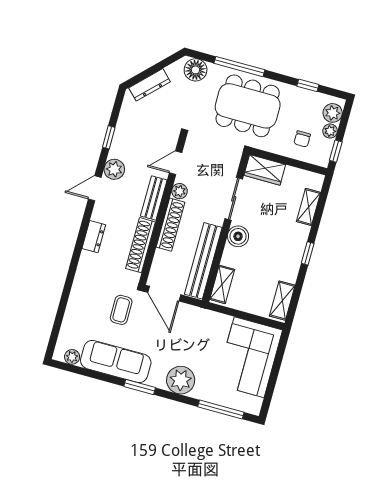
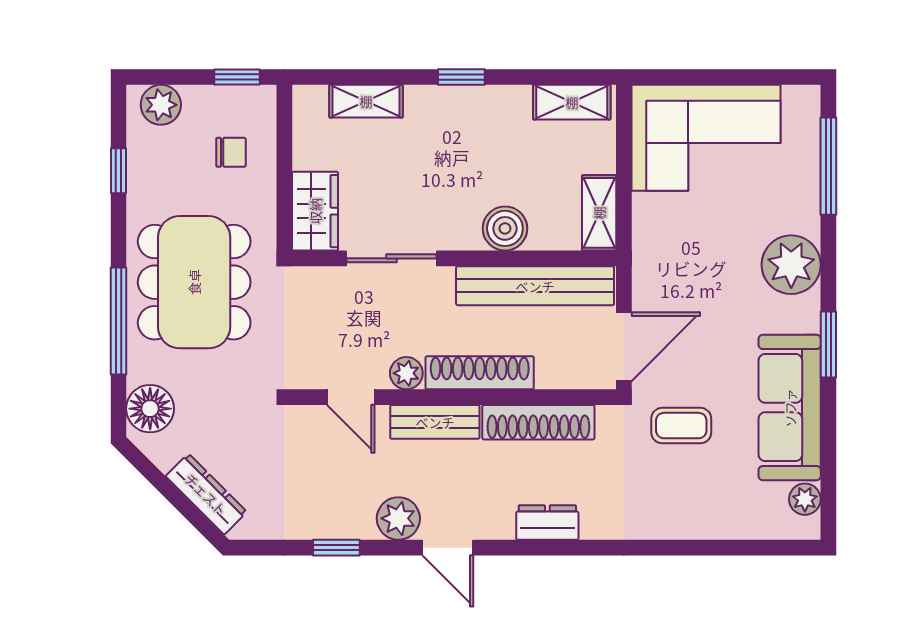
plant: (330, 131) -> (199, 100), removed
boiler: (238, 236) -> (505, 228), moved
shelving: (222, 284) -> (599, 213), moved, turned 90

